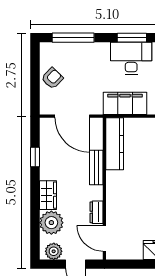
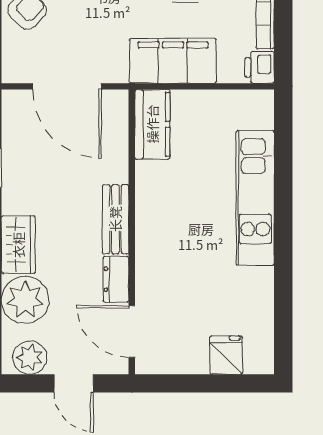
kitchen counter: (115, 144) -> (152, 124), width x0.67
bench: (96, 167) -> (115, 219), moved

